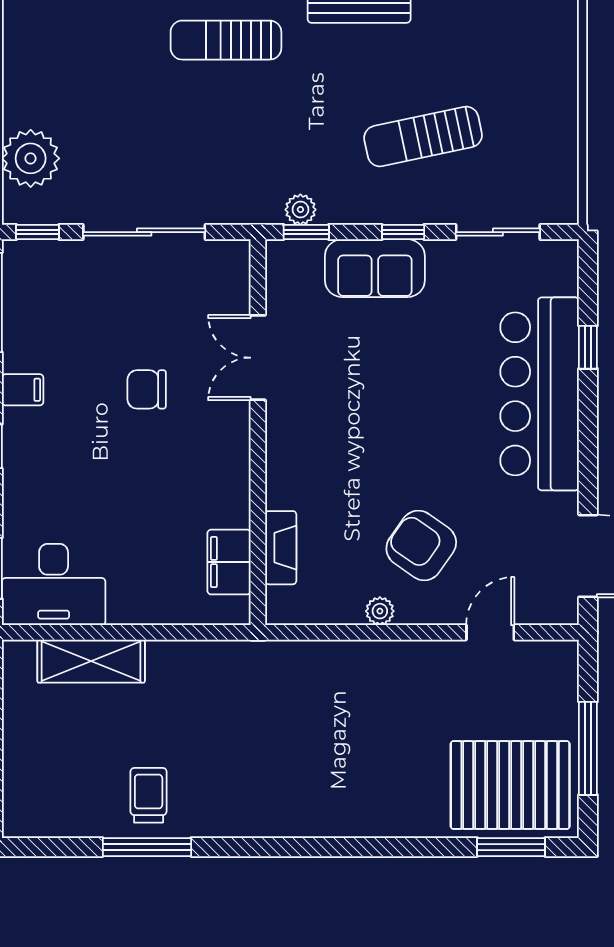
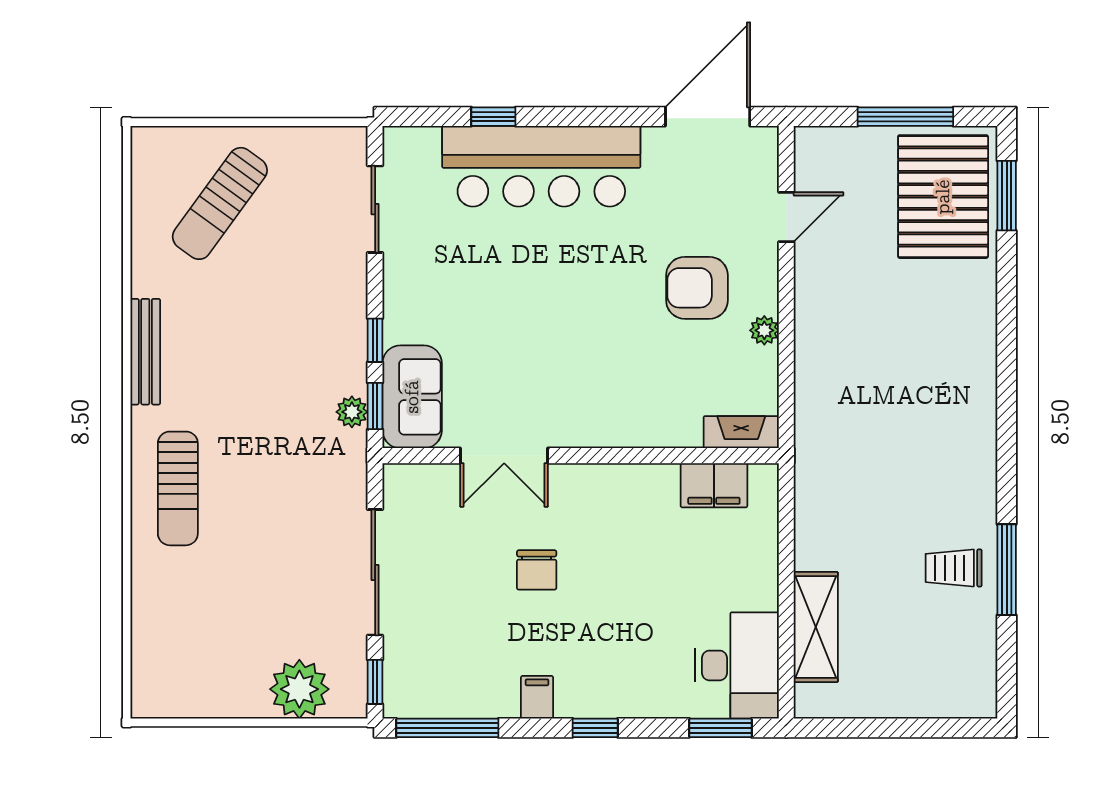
sun lounger: (423, 137) -> (220, 203), moved, turned 48
window: (403, 232) -> (375, 340), moved
sofa: (375, 268) -> (412, 397), moved
armchair: (421, 545) -> (697, 288), turned 55
fireplace: (281, 548) -> (741, 432), moved
door: (490, 632) -> (786, 217), swing flipped

